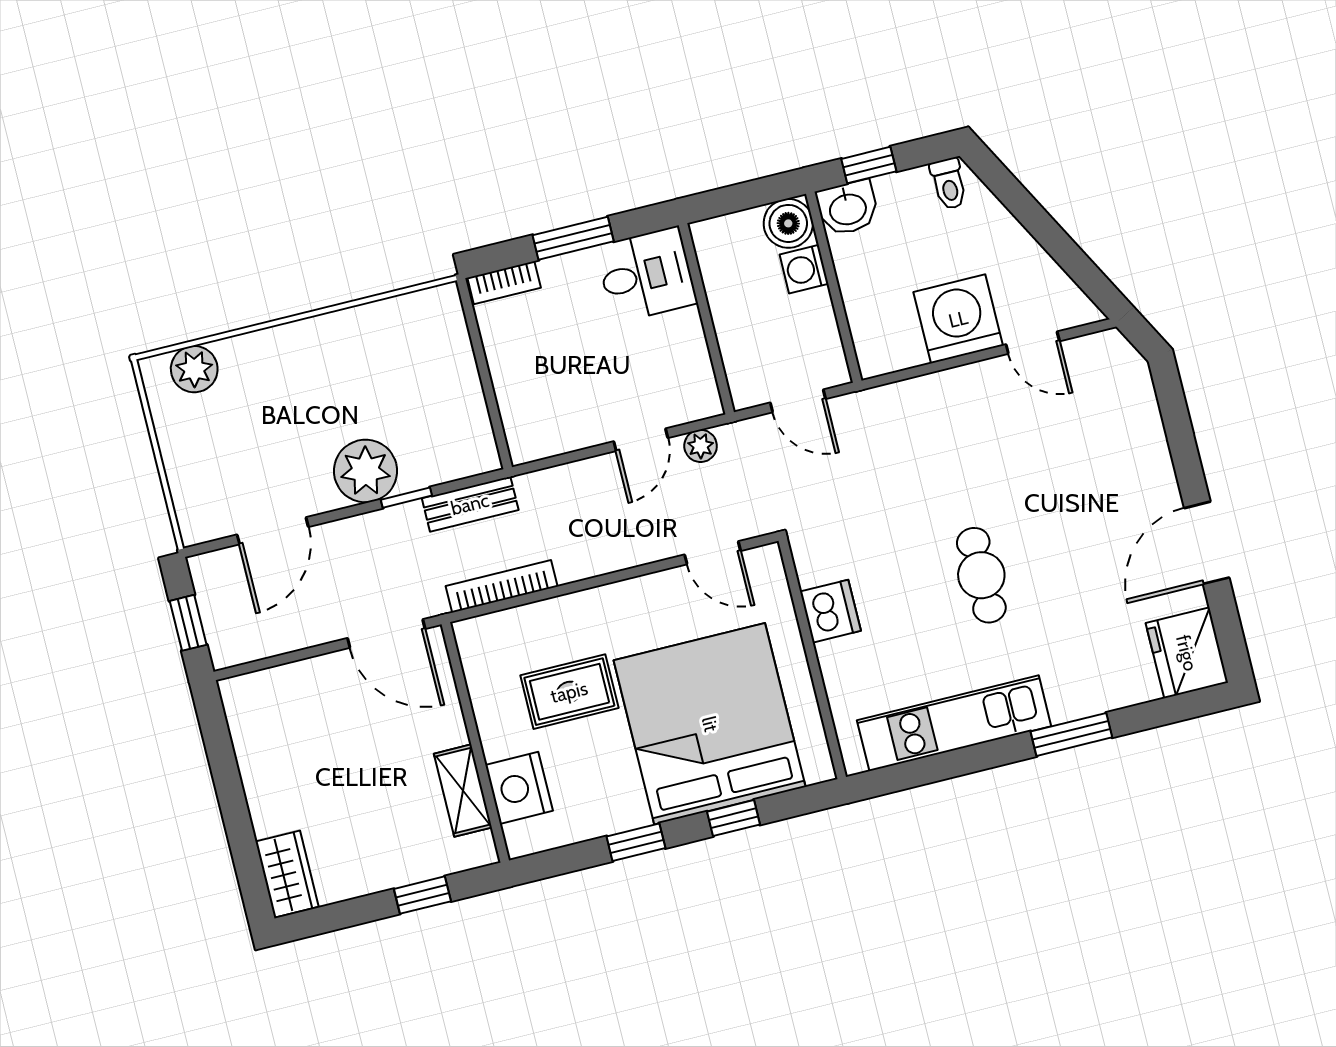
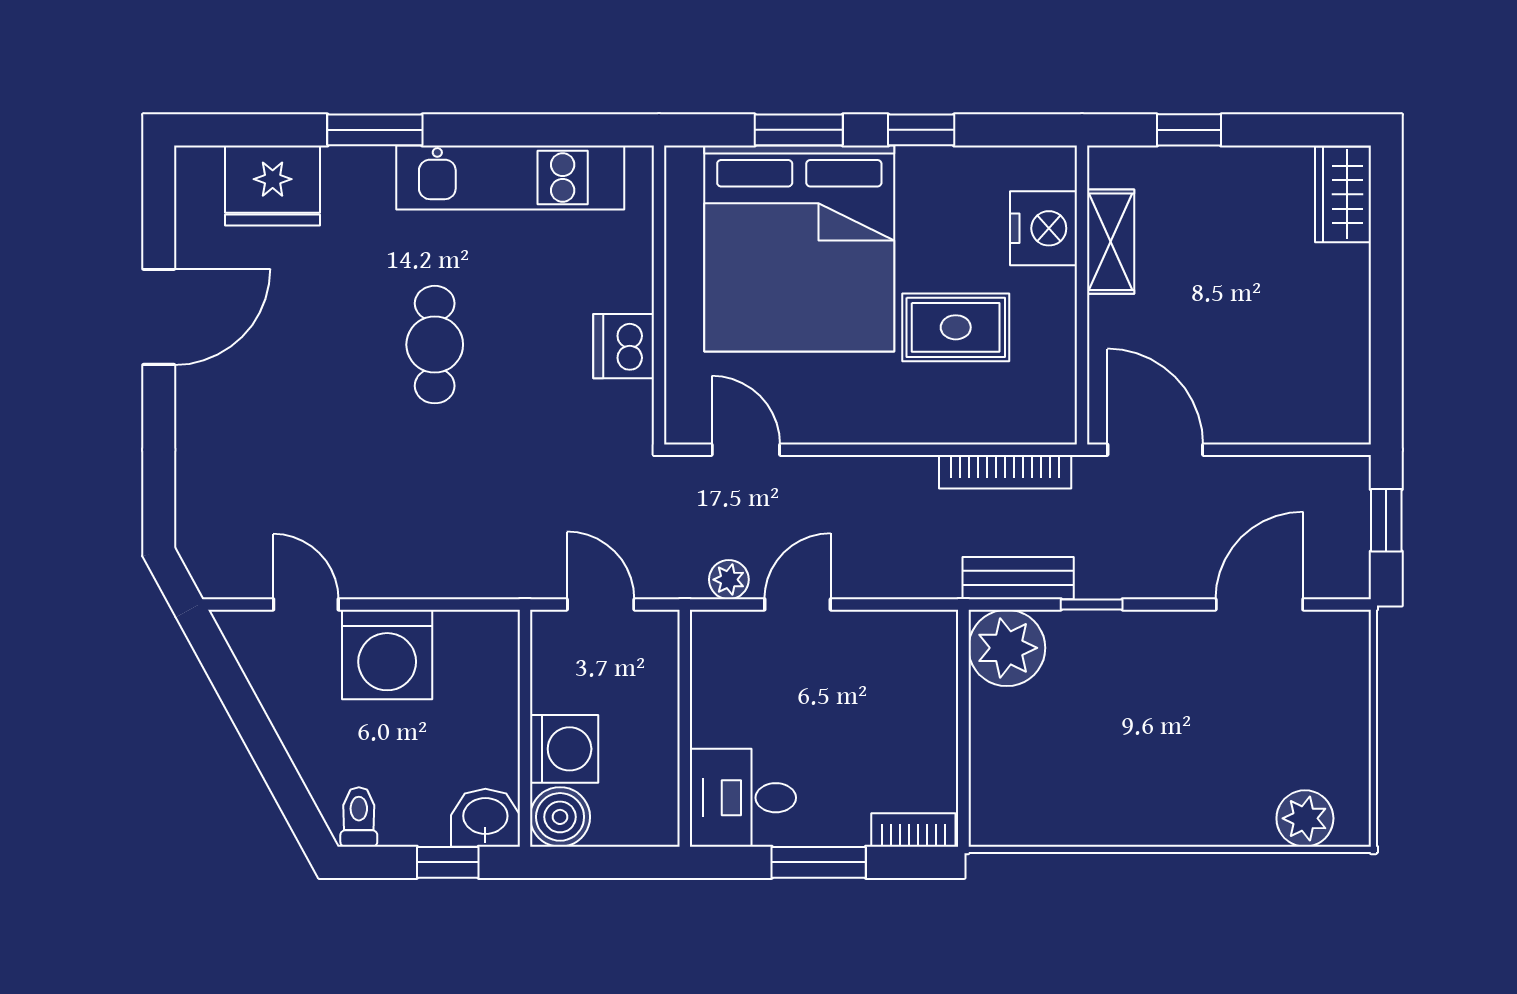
washing machine: (804, 269) -> (564, 749), width x1.38, depth x1.38
plant: (366, 471) -> (1007, 648), moved
fridge: (1187, 653) -> (273, 186), moved, turned 90
window: (733, 818) -> (799, 130), width x1.50

